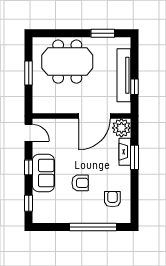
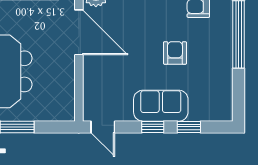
door: (29, 133) -> (103, 127), swing flipped
window: (29, 203) -> (189, 127), moved

